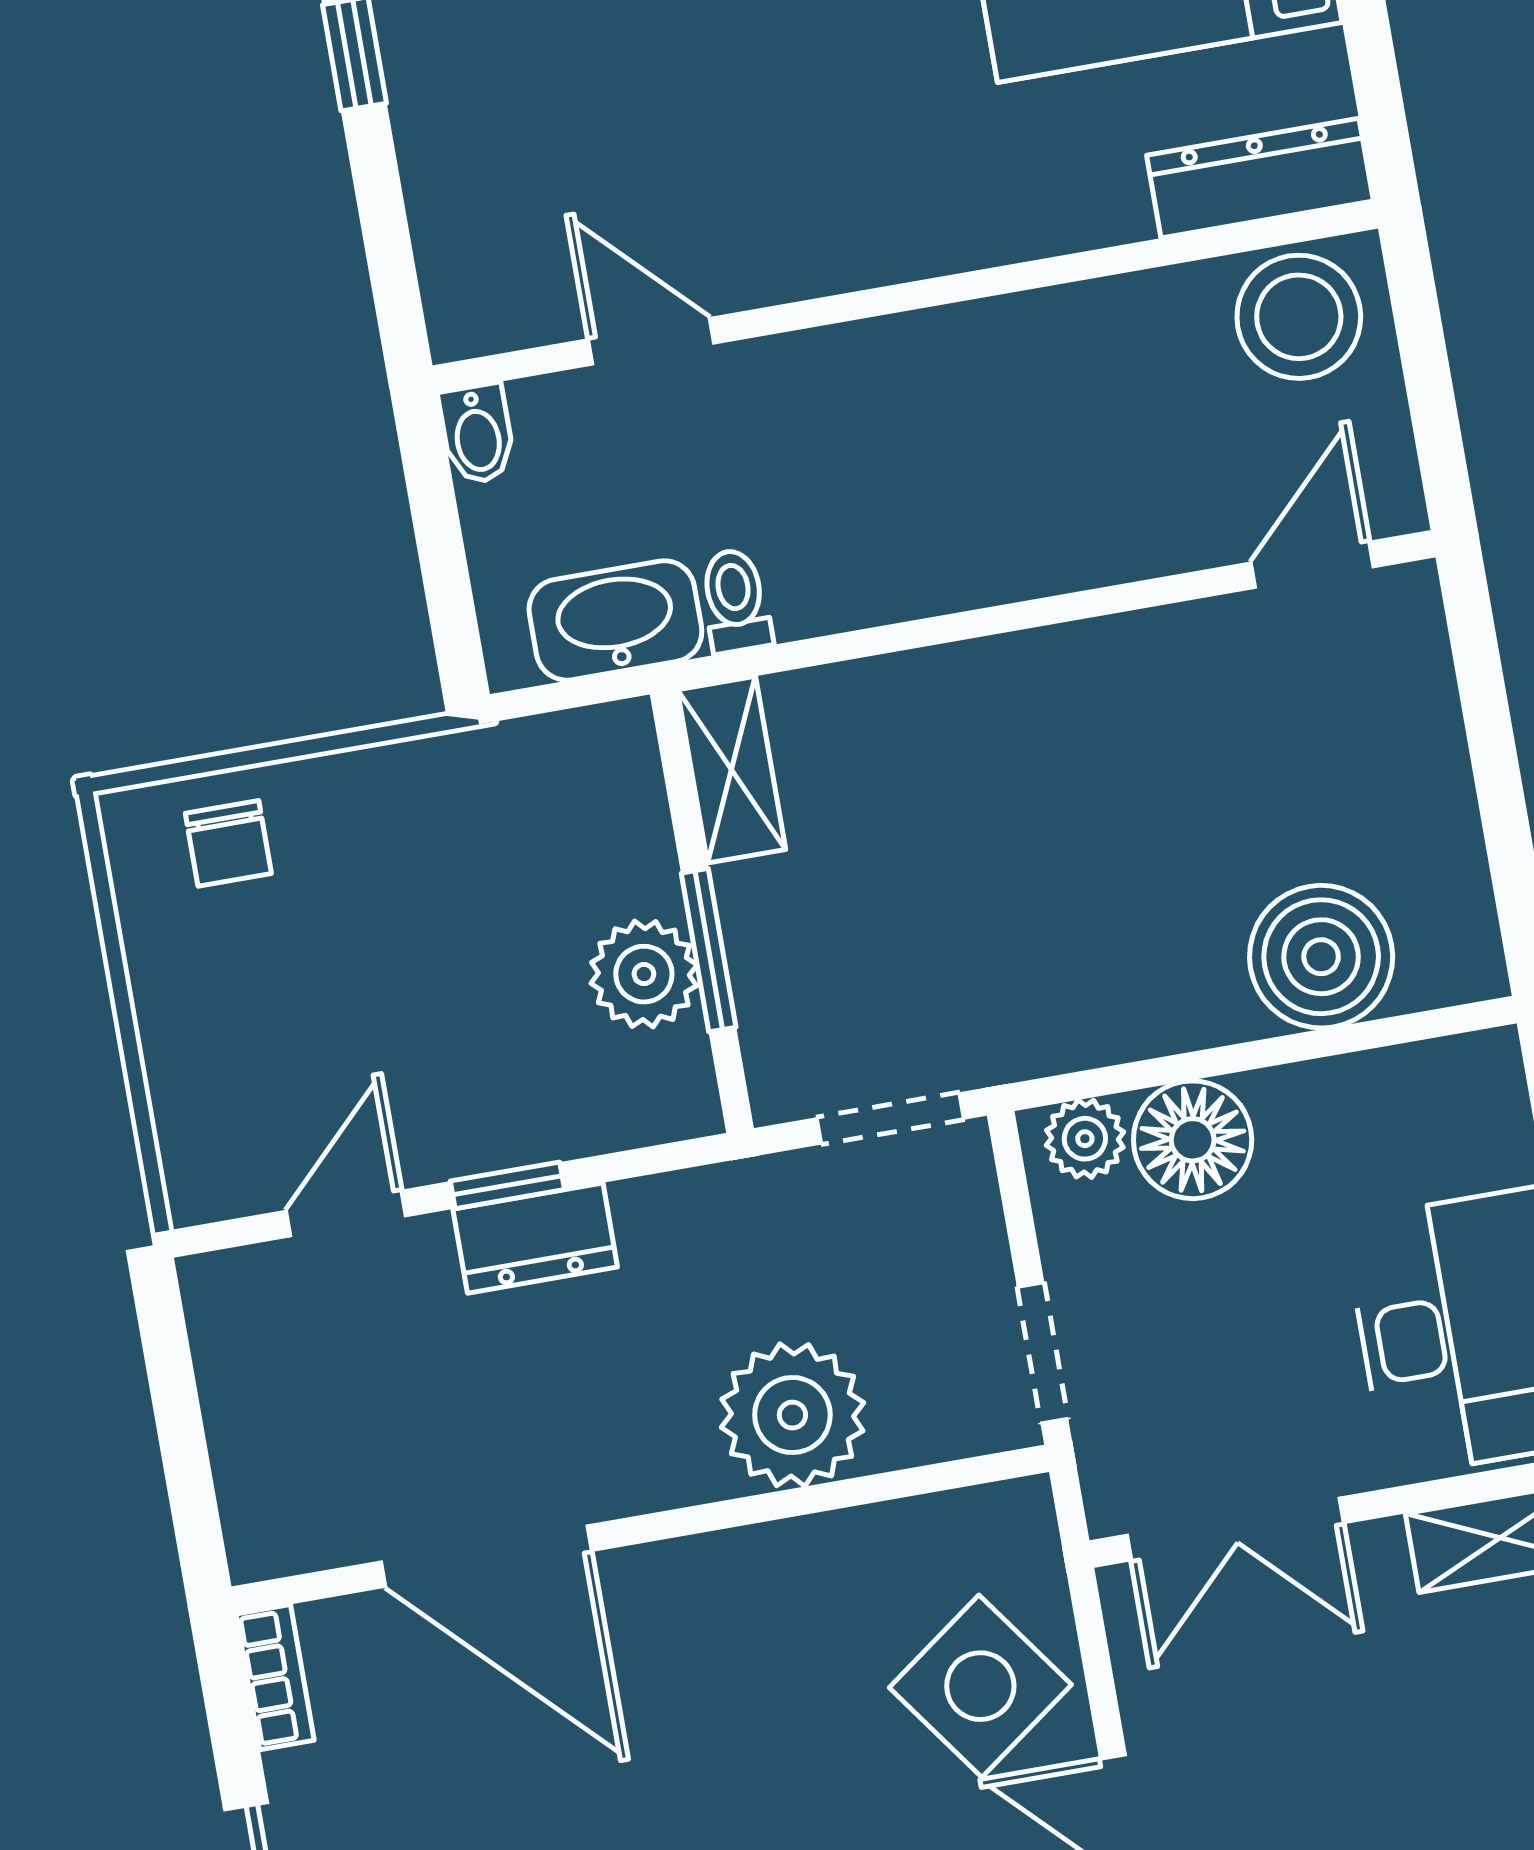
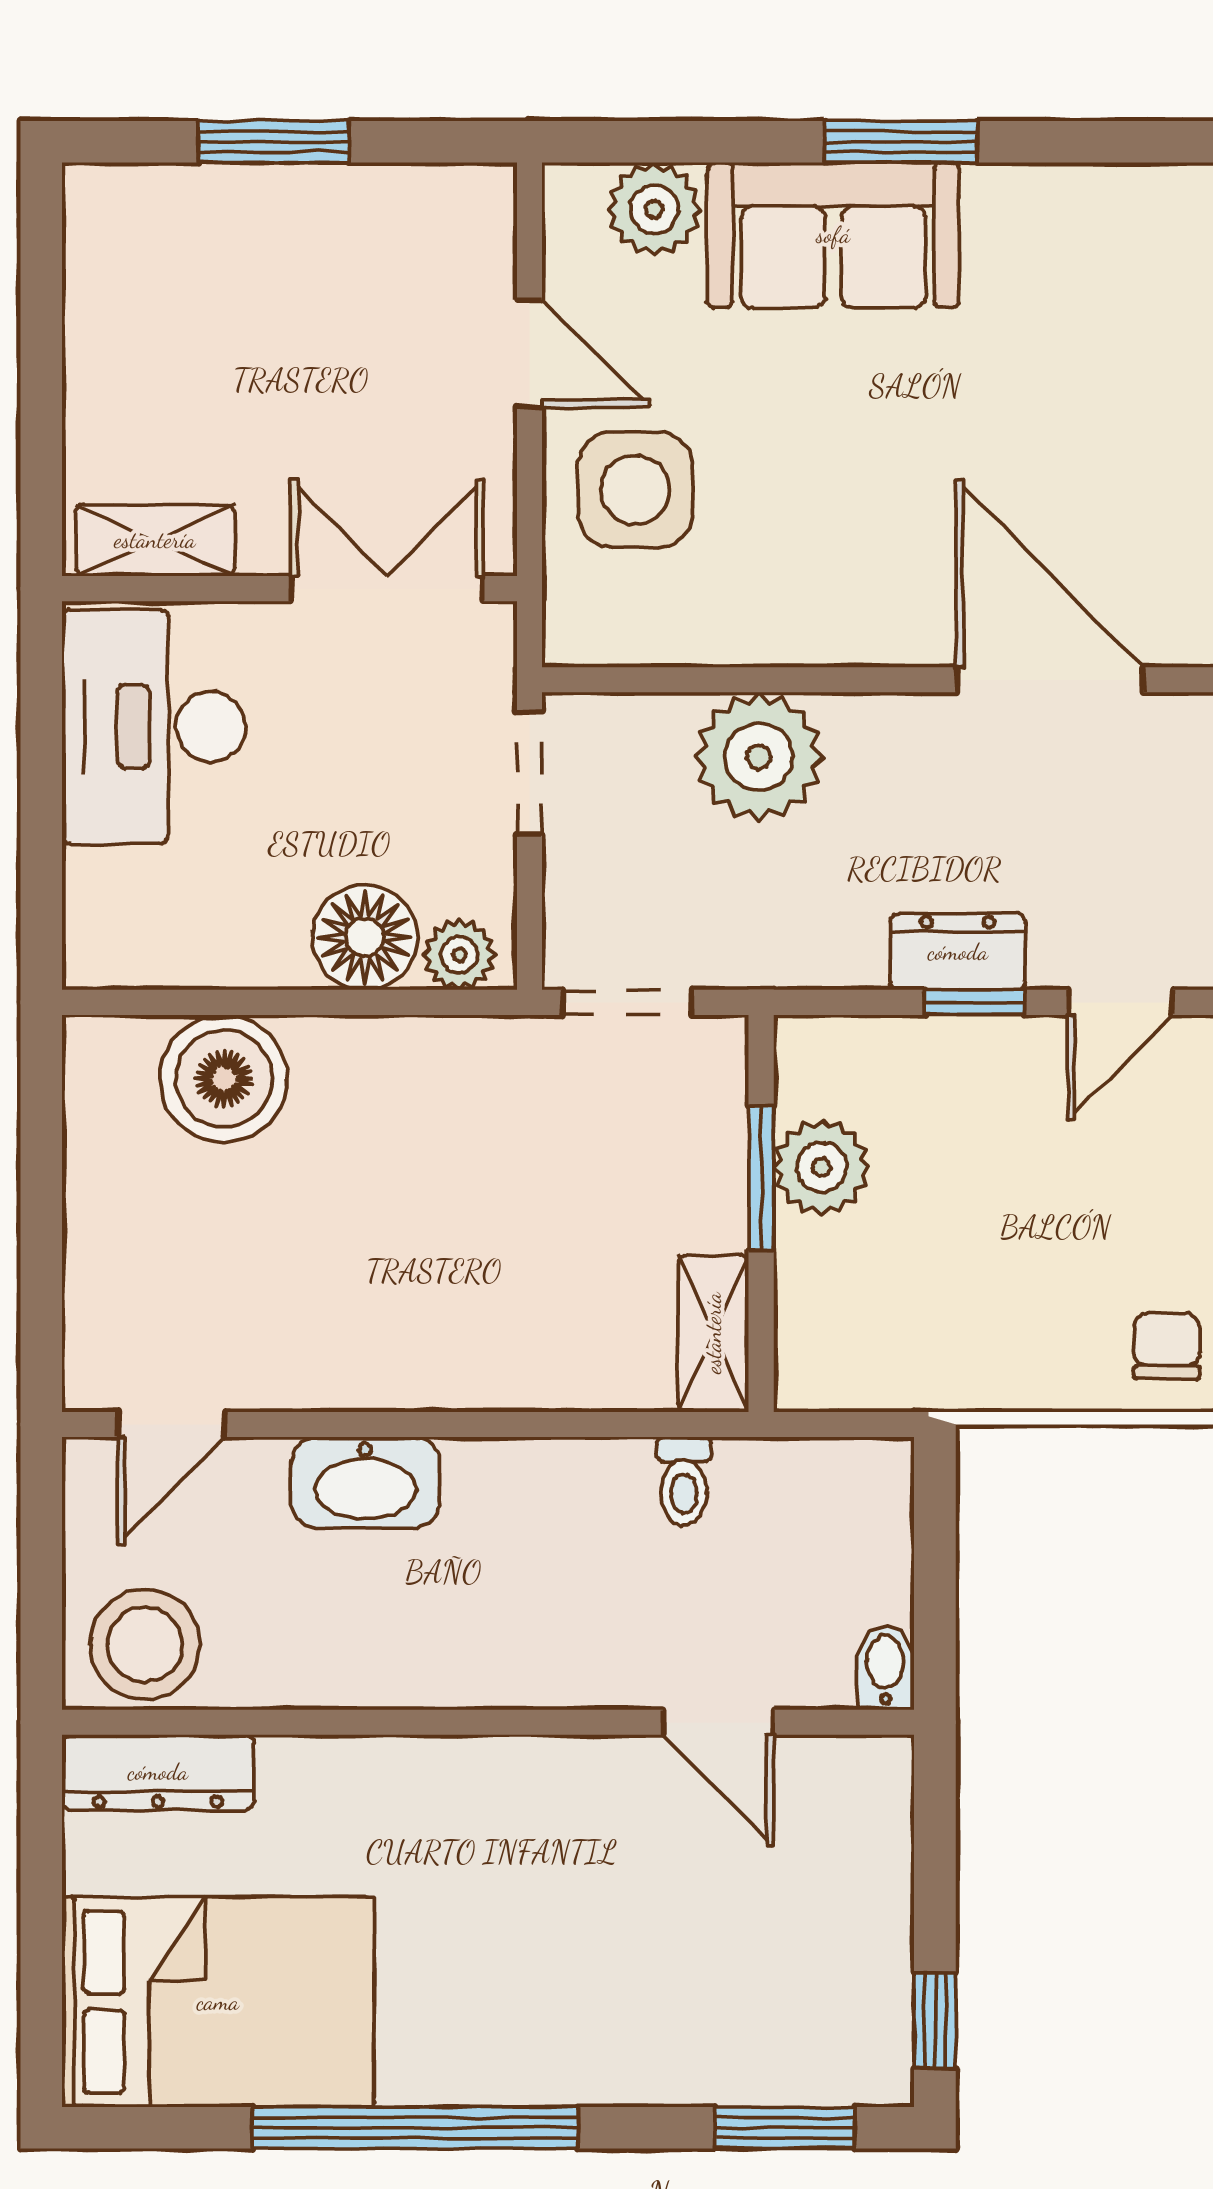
washbasin: (615, 620) -> (365, 1482), moved
side table: (980, 1686) -> (635, 490), turned 36

